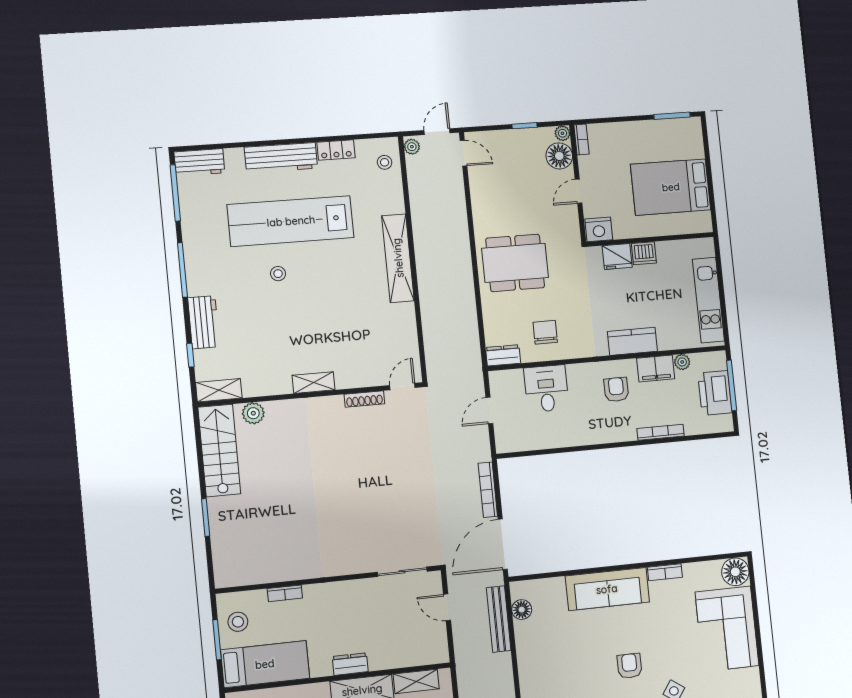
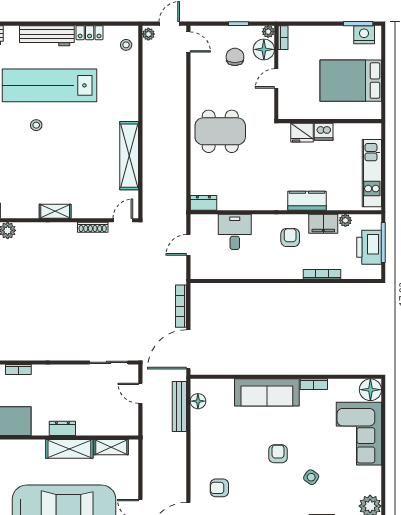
nightstand: (599, 229) -> (364, 35), moved, turned 180
shelving: (398, 258) -> (129, 156), moved
chair: (545, 332) -> (235, 57), moved

